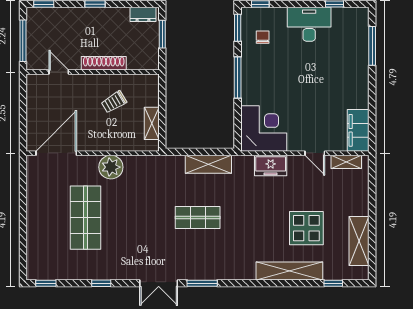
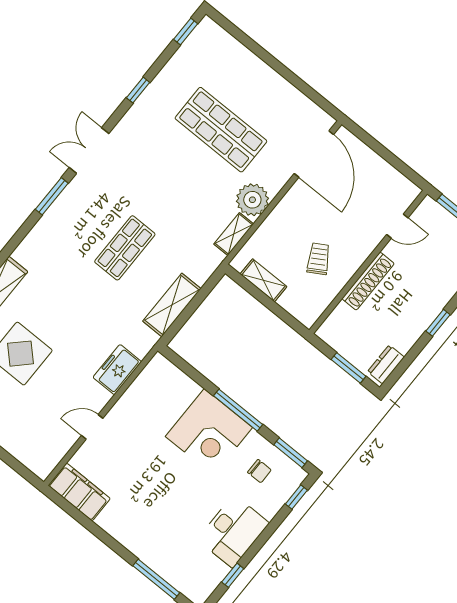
corner desk: (264, 128) -> (209, 432), moved
shelving: (346, 162) -> (234, 234), moved

